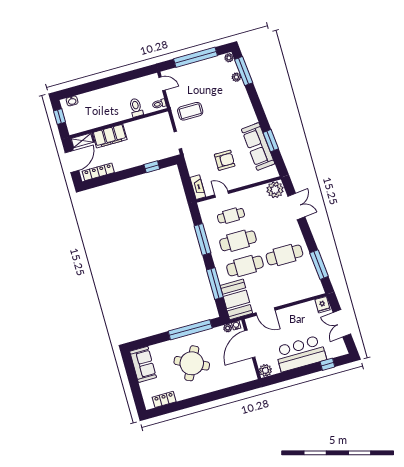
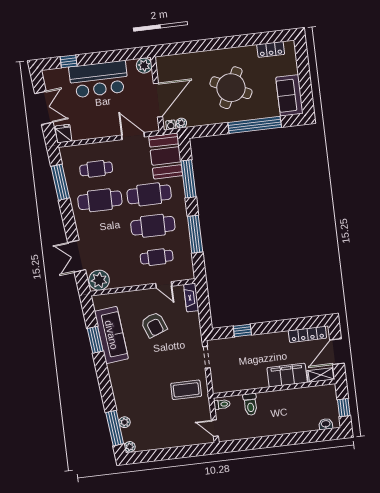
window: (196, 57) -> (170, 453), removed
armchair: (225, 160) -> (154, 325), turned -111
cafe table: (291, 280) -> (96, 169), added
window: (190, 330) -> (255, 125), moved

